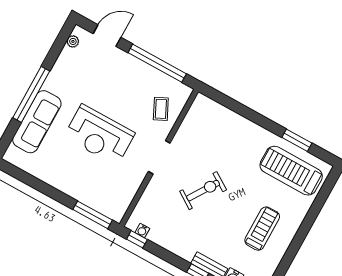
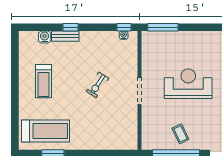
coffee table: (161, 109) -> (180, 134), moved
exercise bike: (203, 191) -> (97, 85), width x0.73, depth x0.72

